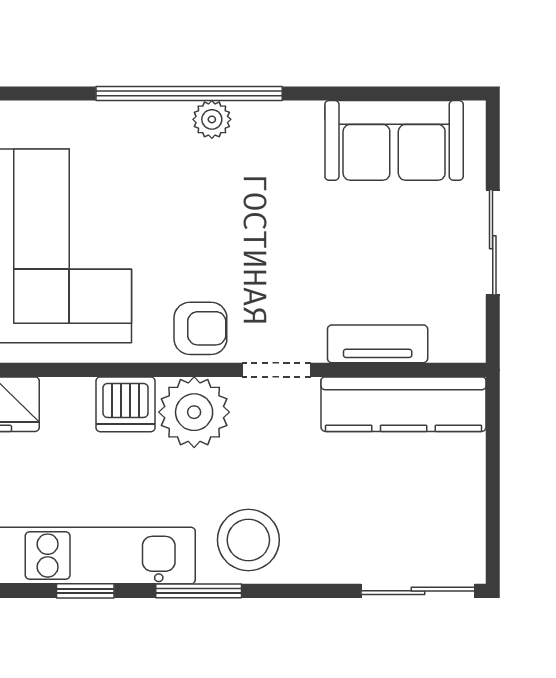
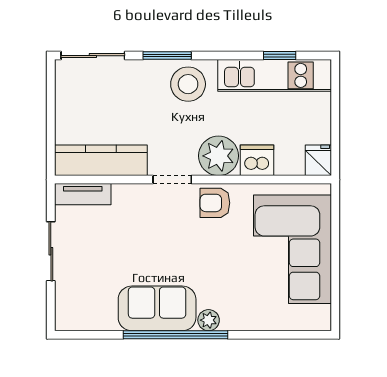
window: (189, 94) -> (176, 335), moved
sofa: (394, 140) -> (157, 308), moved
tv unit: (378, 344) -> (83, 194), moved
window: (199, 591) -> (167, 56), moved

